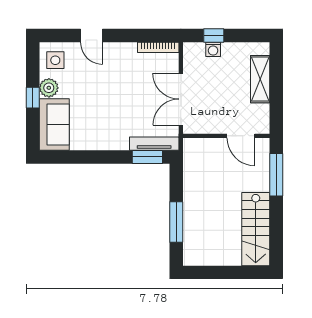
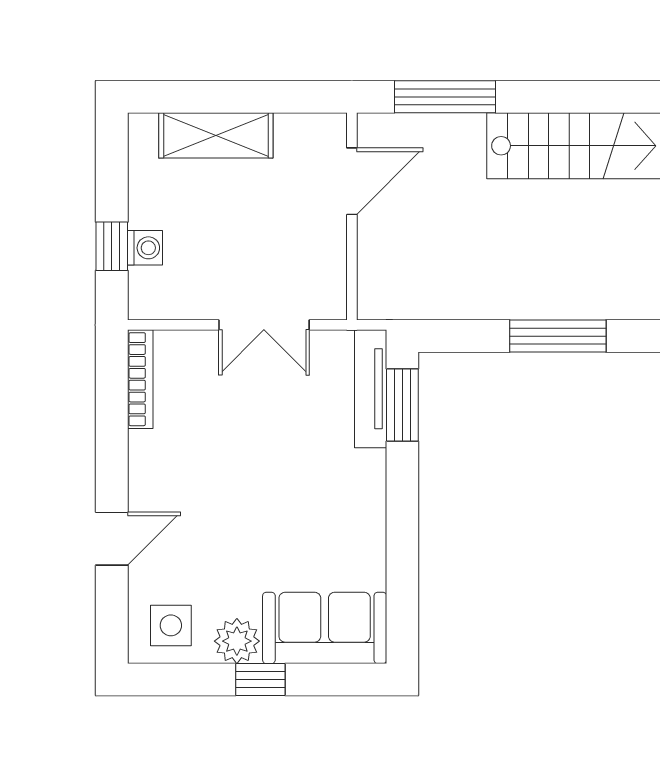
double door: (181, 99) -> (264, 325), width x0.73

